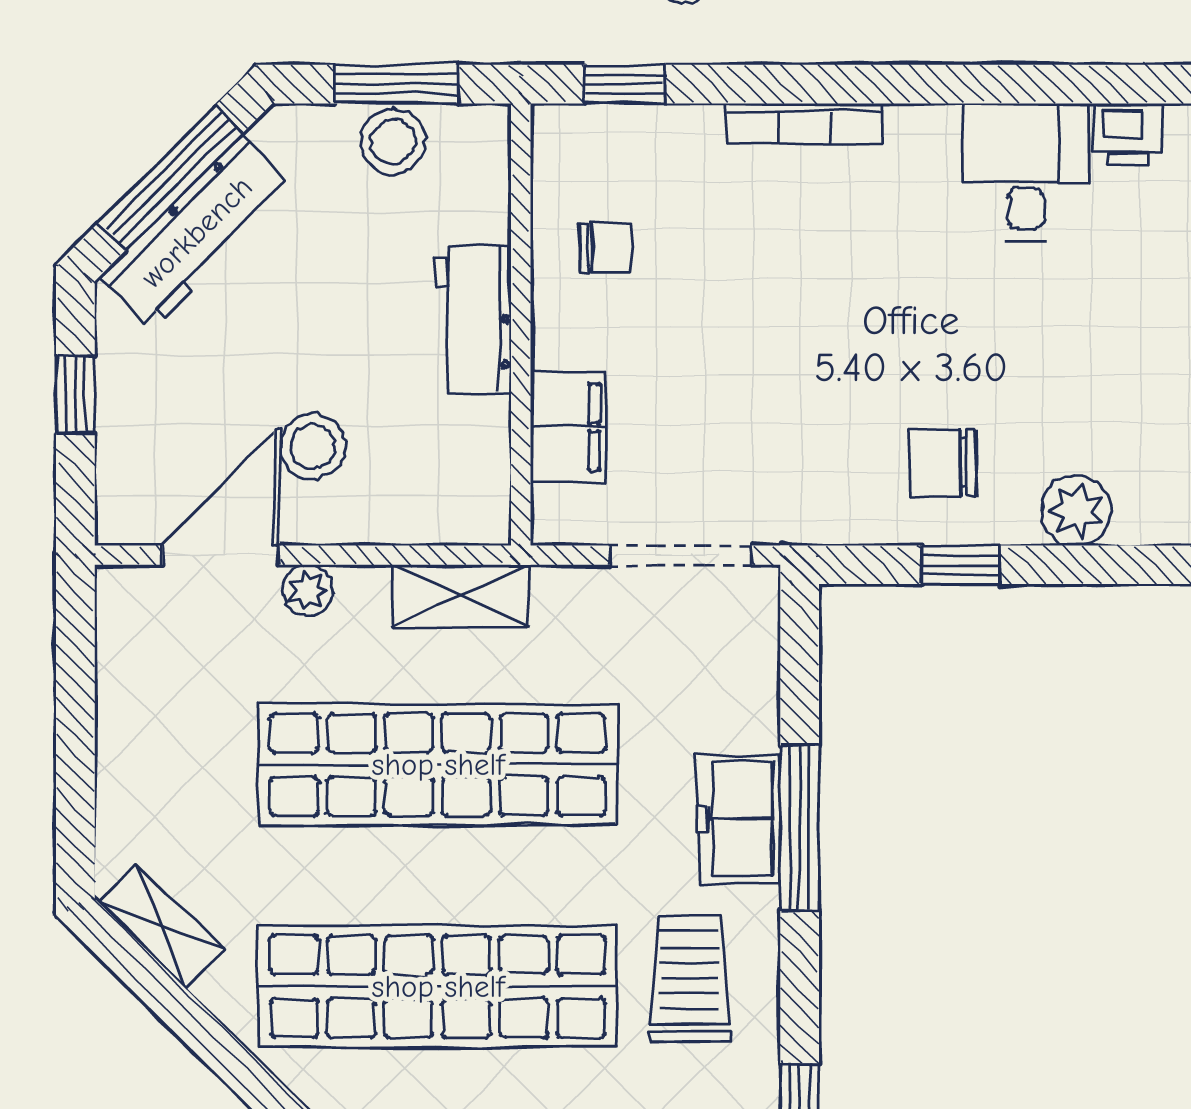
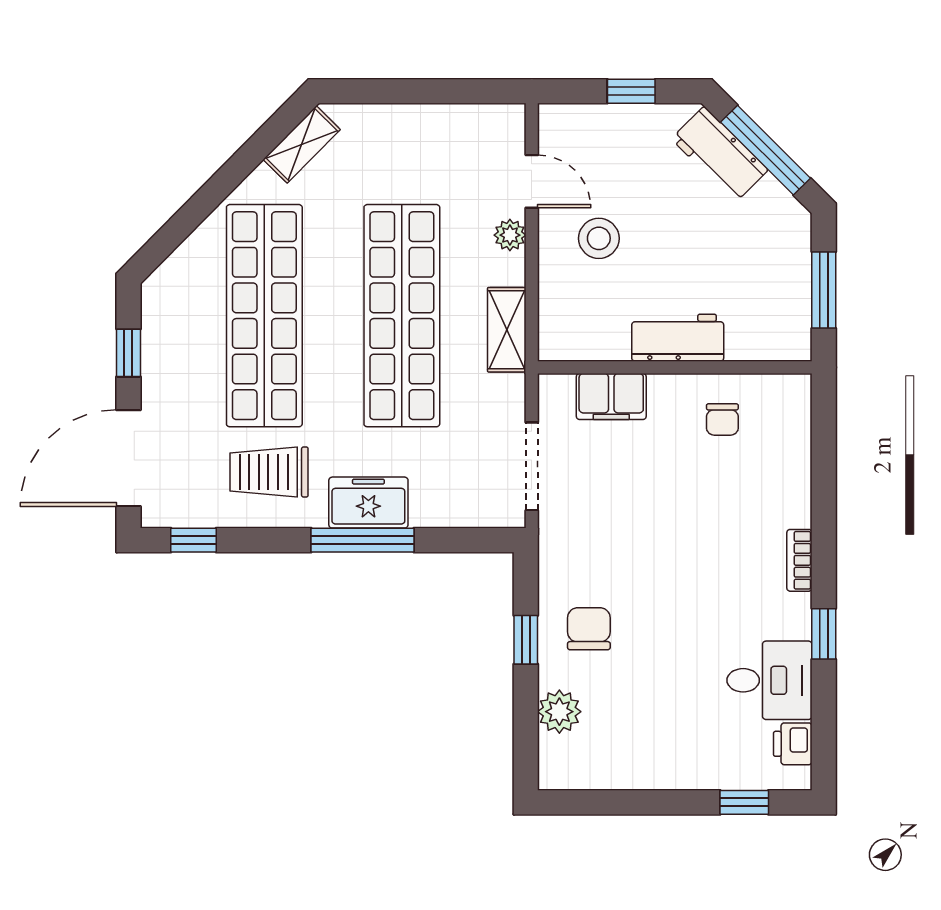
window: (625, 84) -> (824, 634), moved
bookcase: (804, 123) -> (799, 560), width x0.64
stool: (393, 142) -> (788, 288), removed
workbench: (197, 232) -> (720, 154), width x0.73
door: (221, 555) -> (532, 181), width x0.73
trolley: (690, 979) -> (269, 472), turned 180

